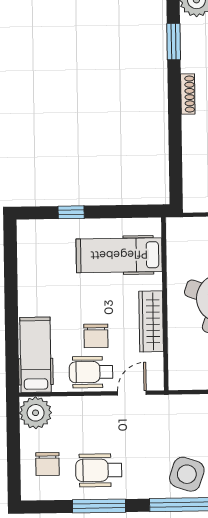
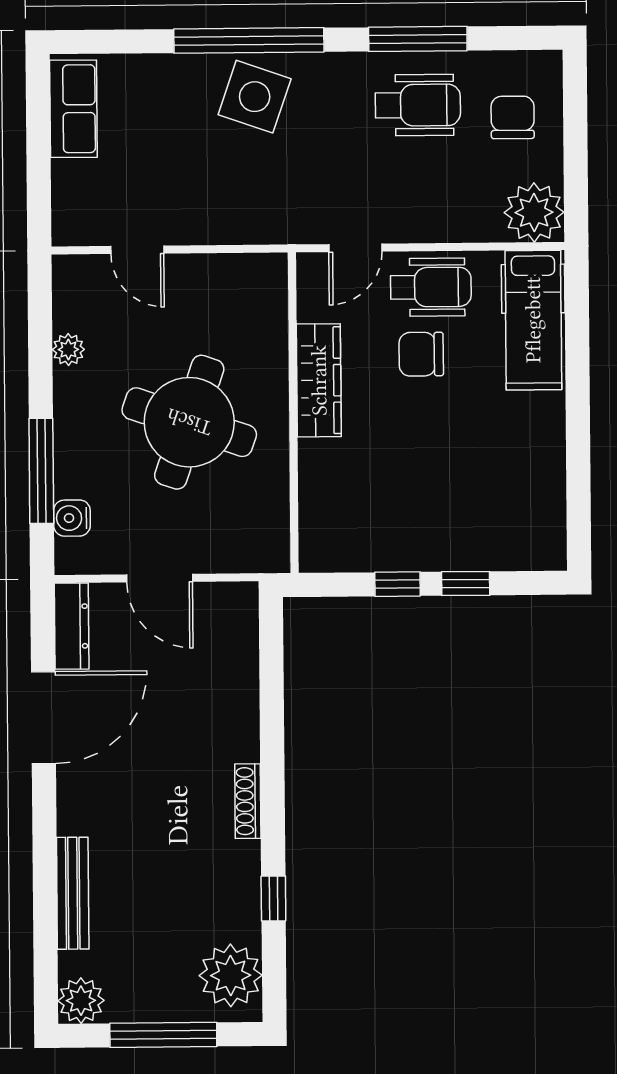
window: (174, 42) -> (273, 899), width x0.67
window: (108, 212) -> (397, 584), added
hospital bed: (119, 255) -> (377, 503), removed
chair: (96, 336) -> (421, 354), turned -90

